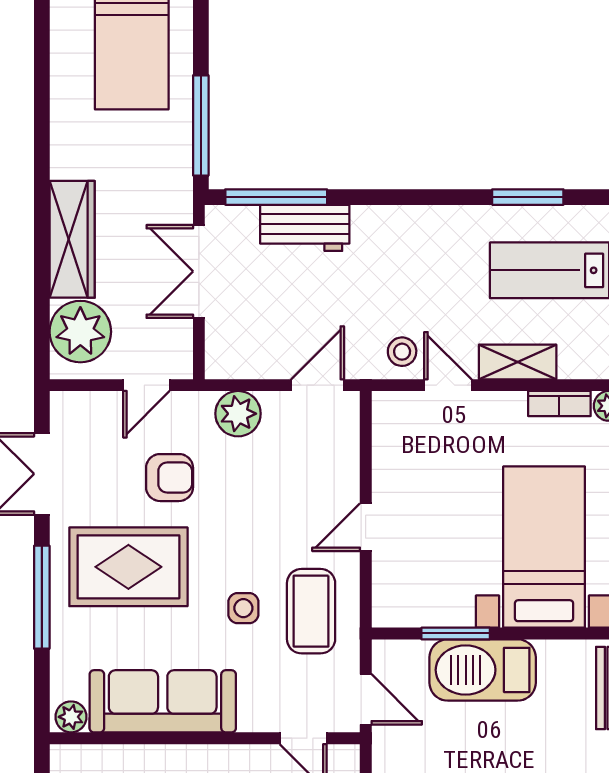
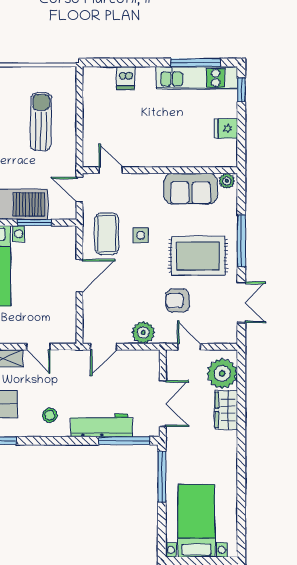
workbench: (305, 228) -> (102, 425), width x1.38
wardrobe: (72, 239) -> (226, 410), width x0.67
stool: (402, 352) -> (50, 415), moved
door: (146, 385) -> (189, 347), hinge flipped
door: (366, 527) -> (79, 276), width x1.38
sofa: (163, 701) -> (191, 189), width x0.73

